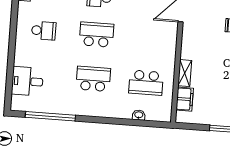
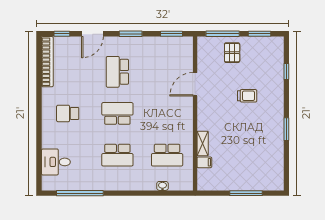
school desk: (44, 31) -> (68, 113), turned 180
school desk: (93, 79) -> (117, 155), turned 180
filing cabinet: (185, 99) -> (204, 162), width x0.50

